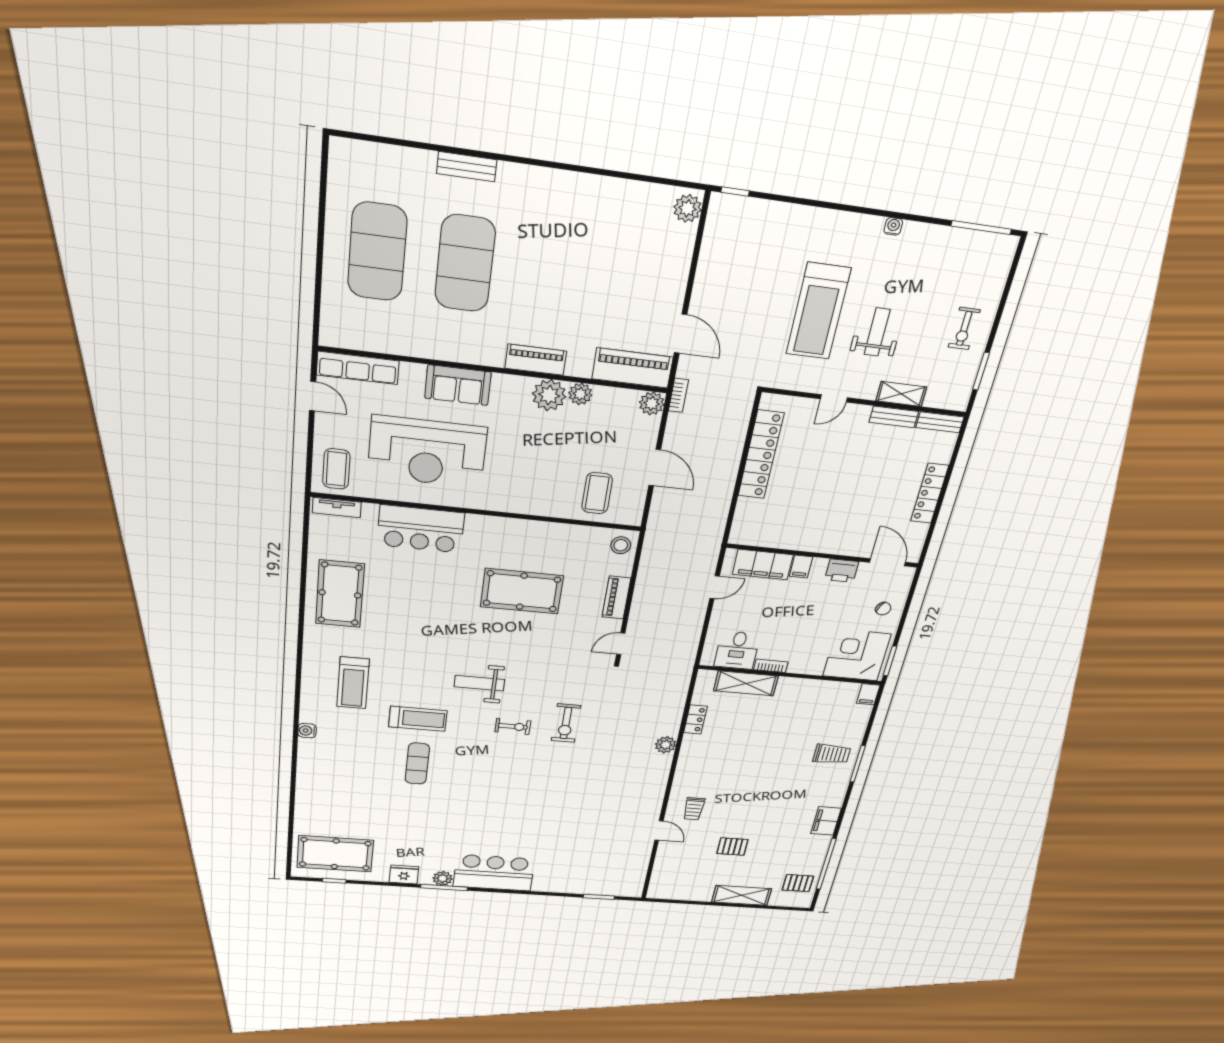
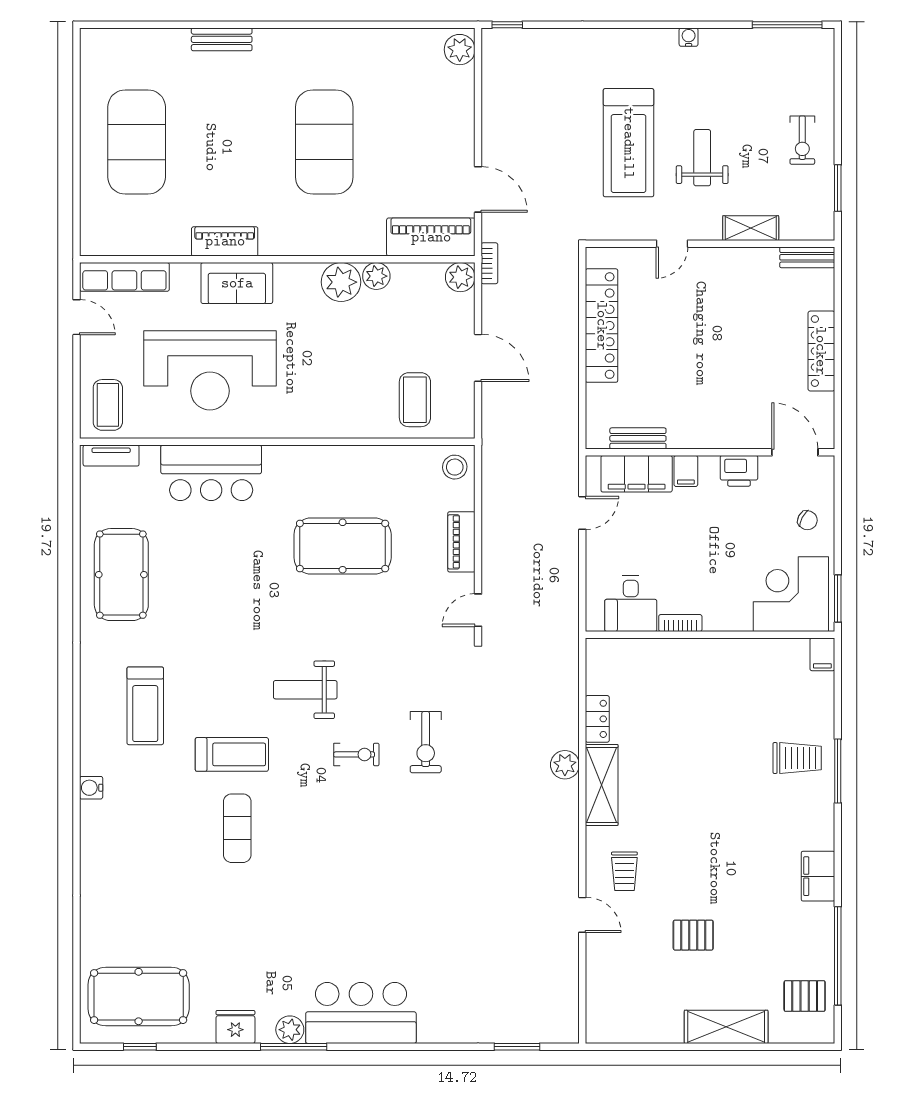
exercise mat: (465, 263) -> (324, 142), moved
piano: (536, 360) -> (225, 241), moved
bench: (894, 417) -> (638, 438), moved
shelving: (746, 683) -> (602, 785), moved, turned 90

